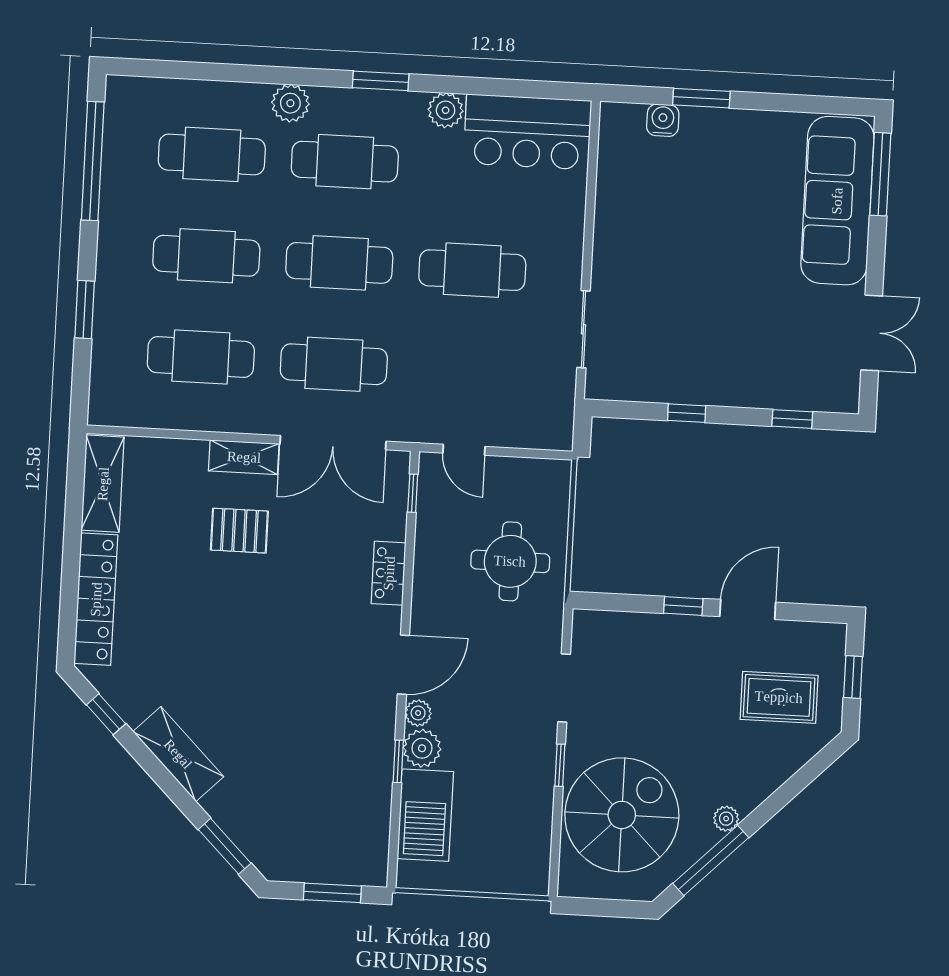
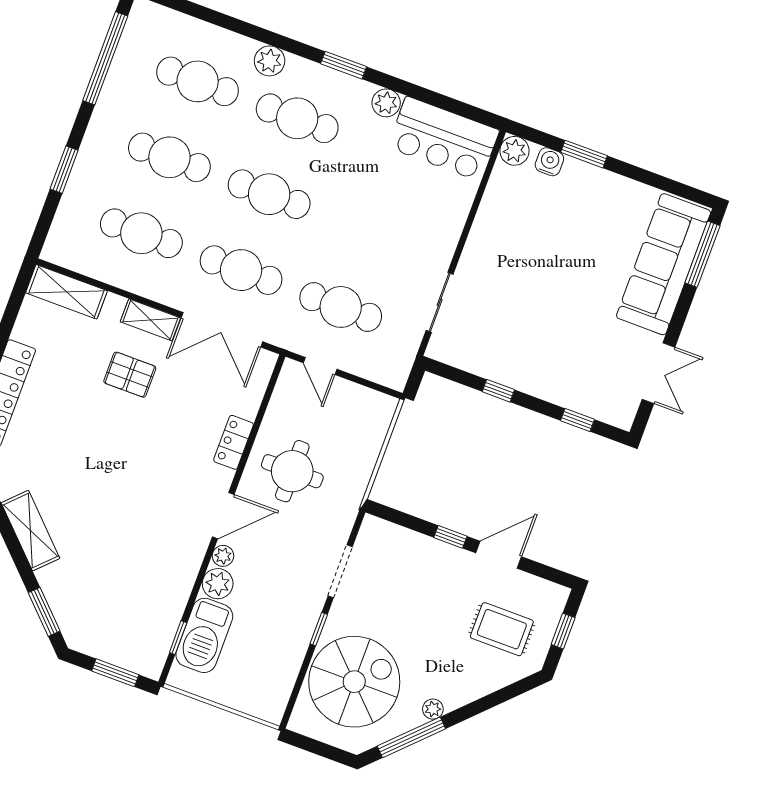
plant: (617, 120) -> (515, 151), added
cafe table: (472, 270) -> (341, 307), moved
shelving: (103, 484) -> (66, 292), moved, turned 90
window: (413, 493) -> (271, 387), removed
round table: (510, 561) -> (292, 471), moved
window: (398, 761) -> (178, 638), moved

